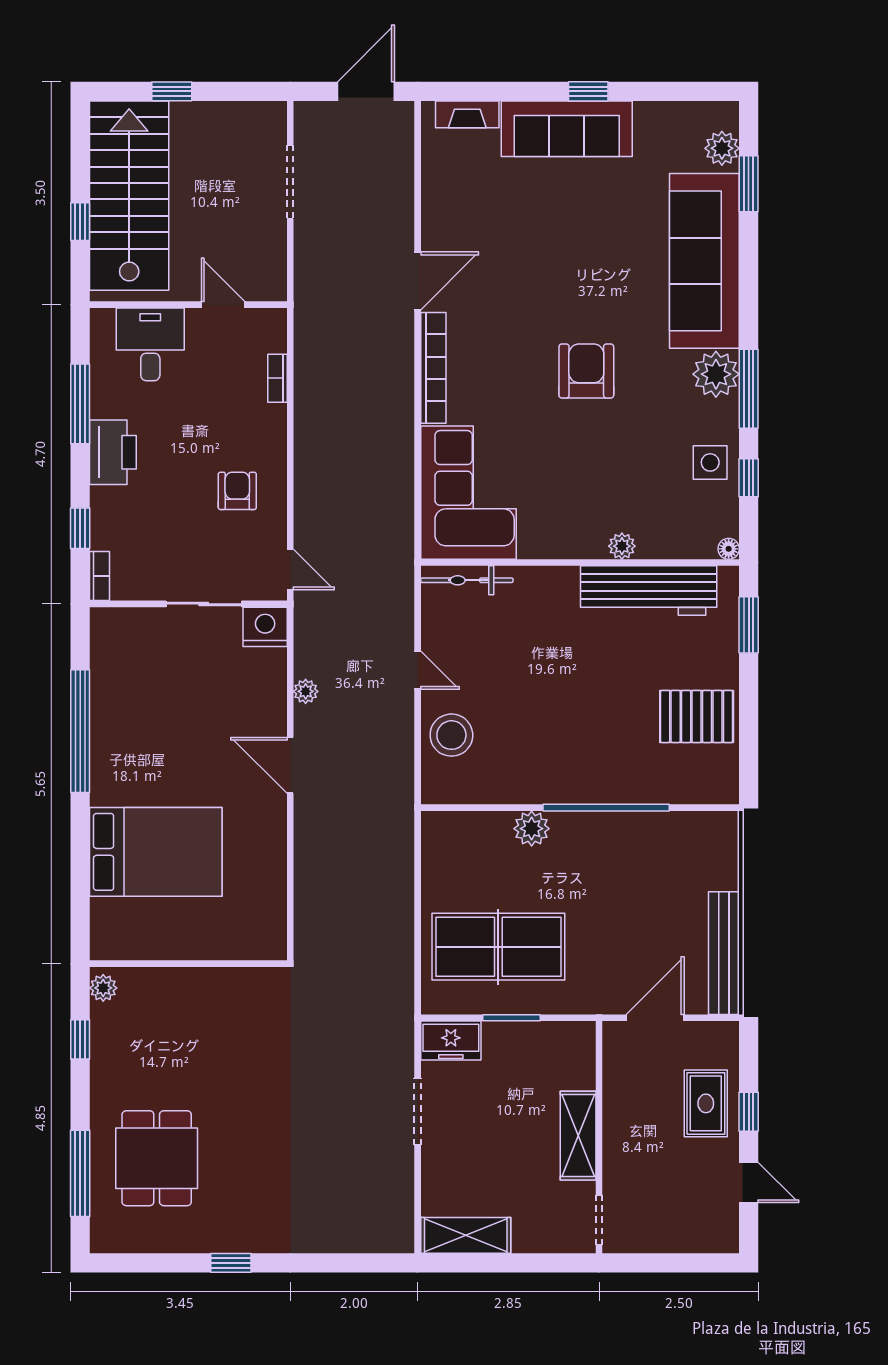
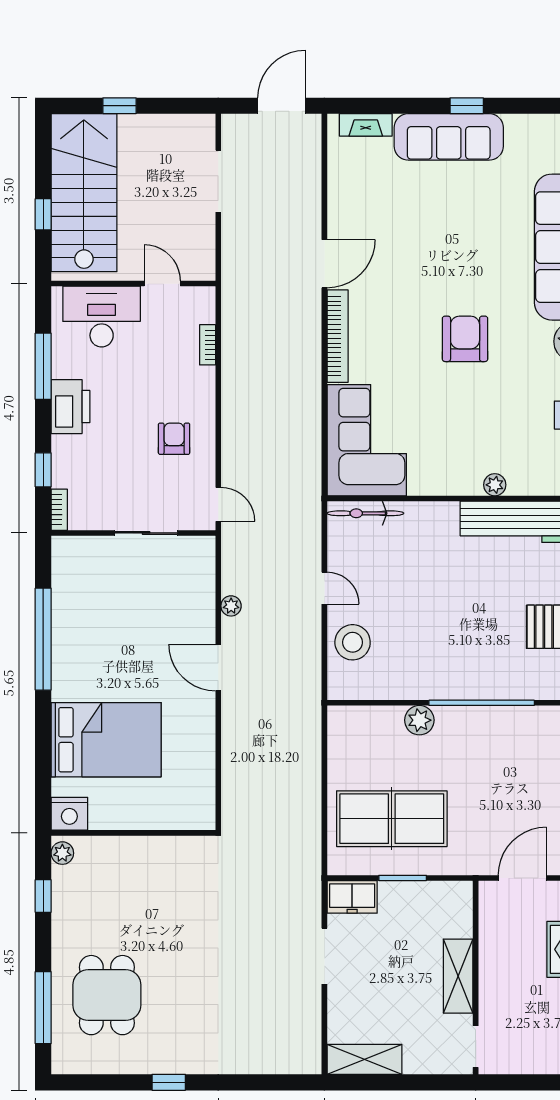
desk: (150, 344) -> (102, 317), width x1.37
nightstand: (265, 627) -> (69, 814), moved, turned 180

